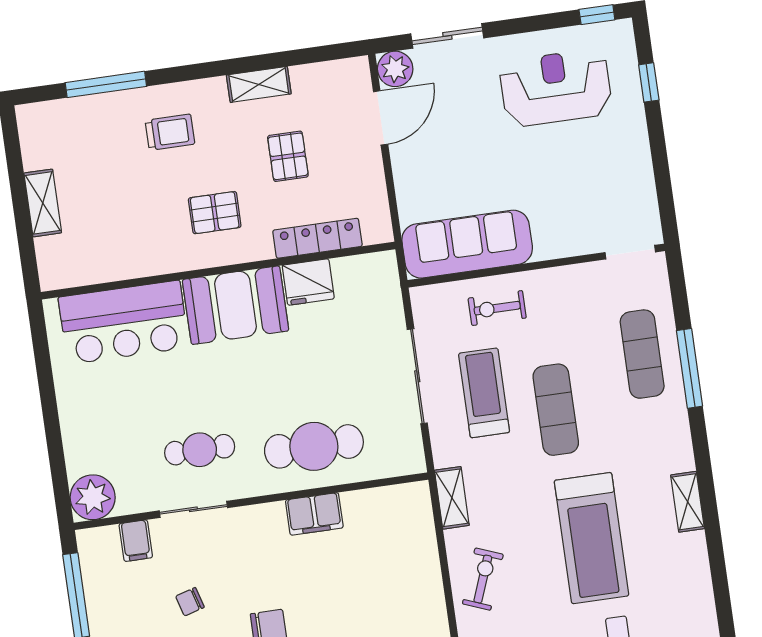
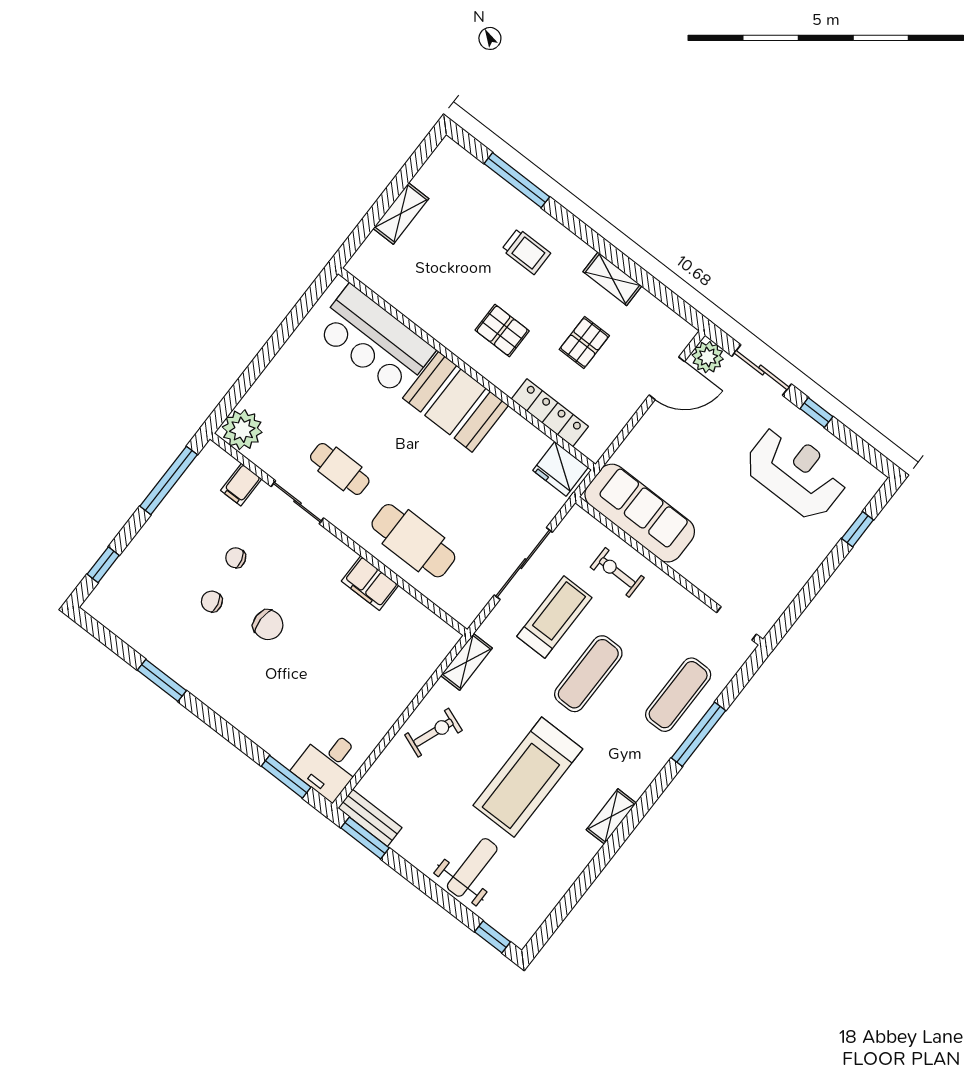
window: (597, 15) -> (816, 413), moved
fridge: (308, 282) -> (560, 469), moved

